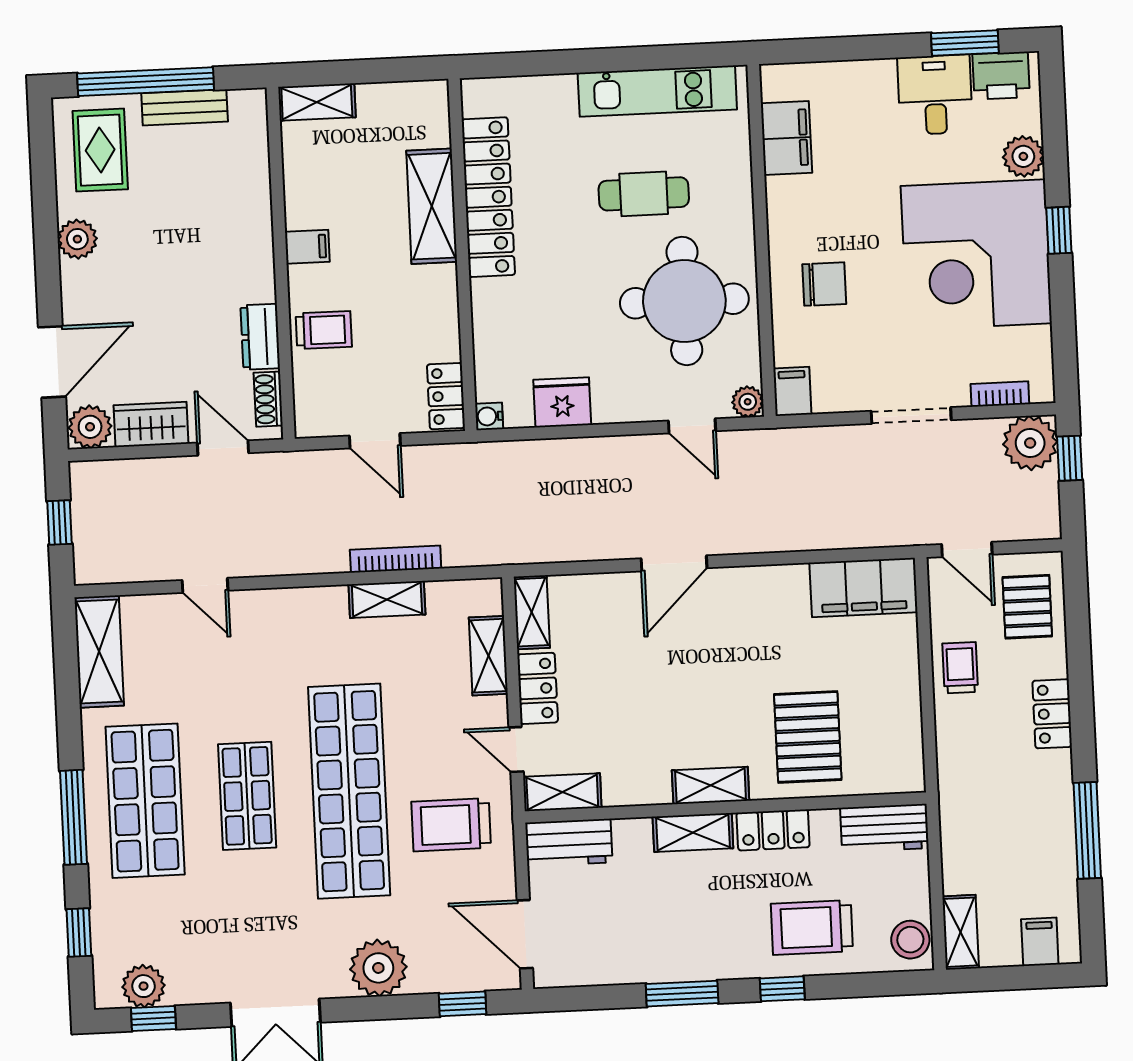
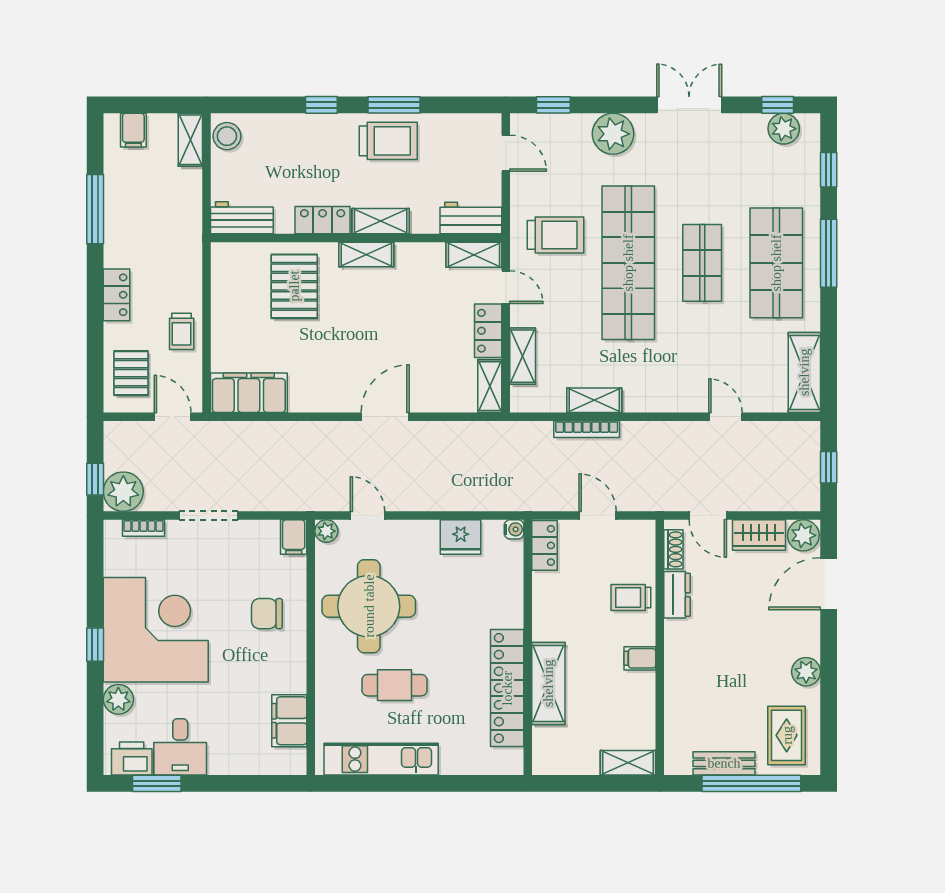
trolley: (812, 927) -> (388, 141), moved
door: (525, 934) -> (506, 153), width x0.73

